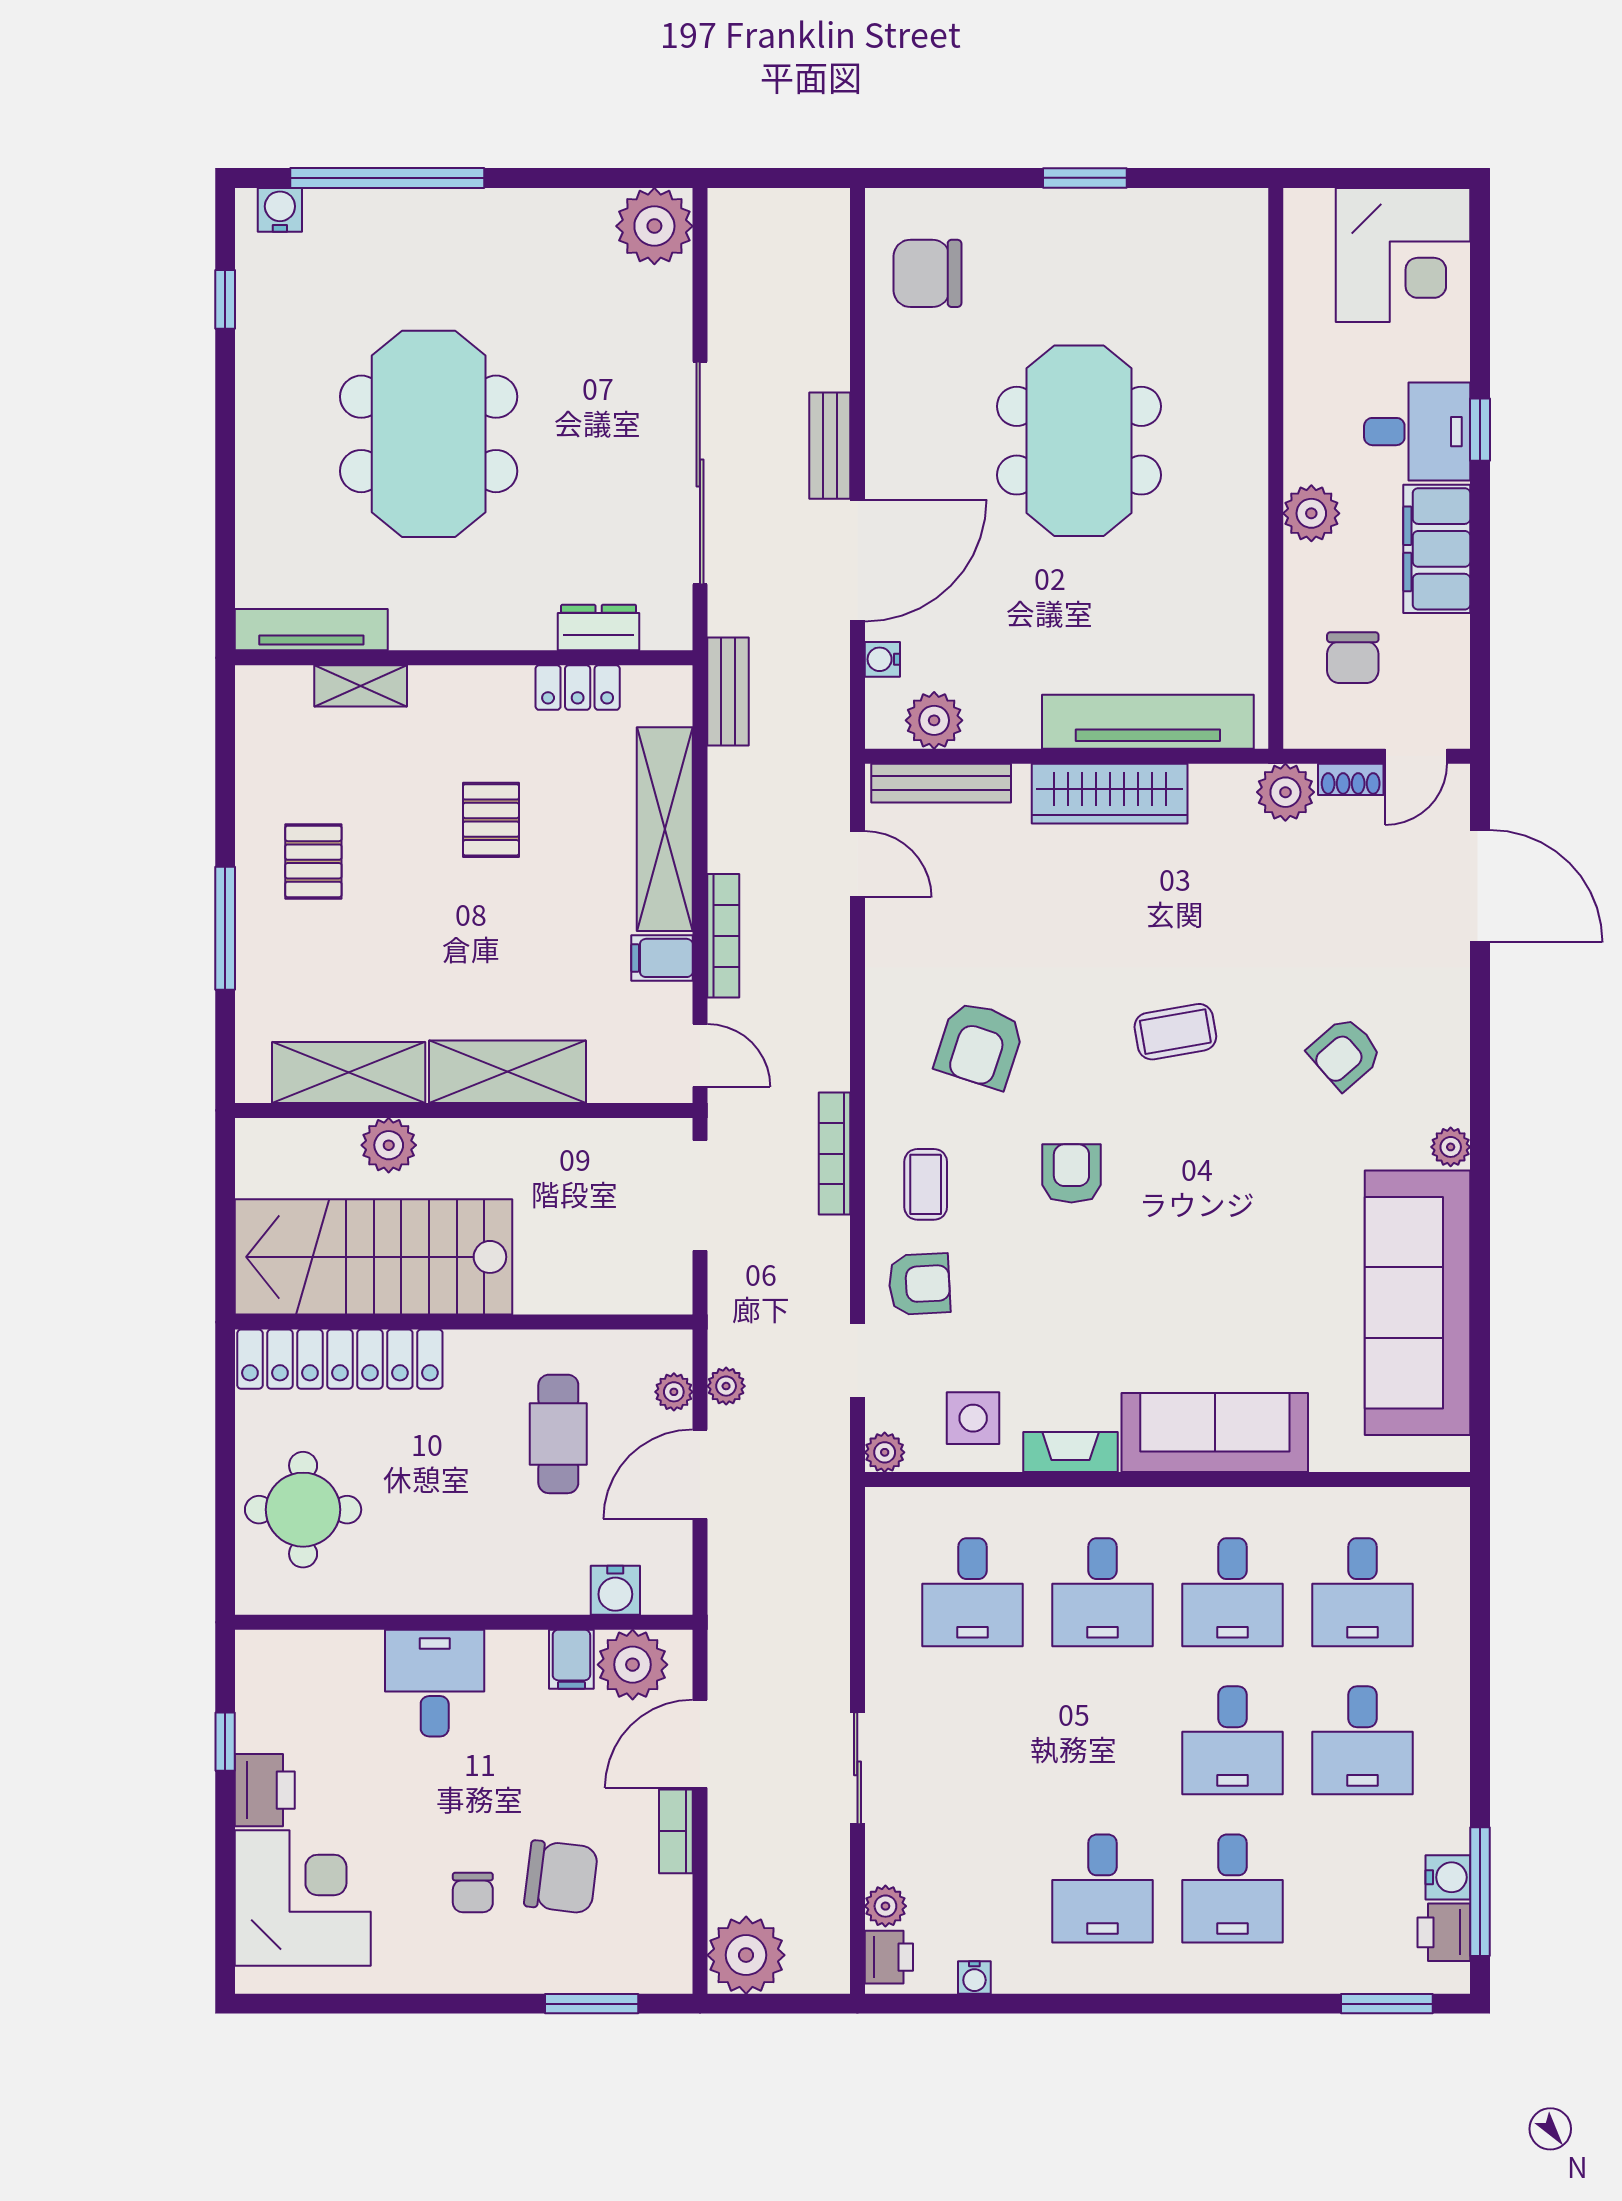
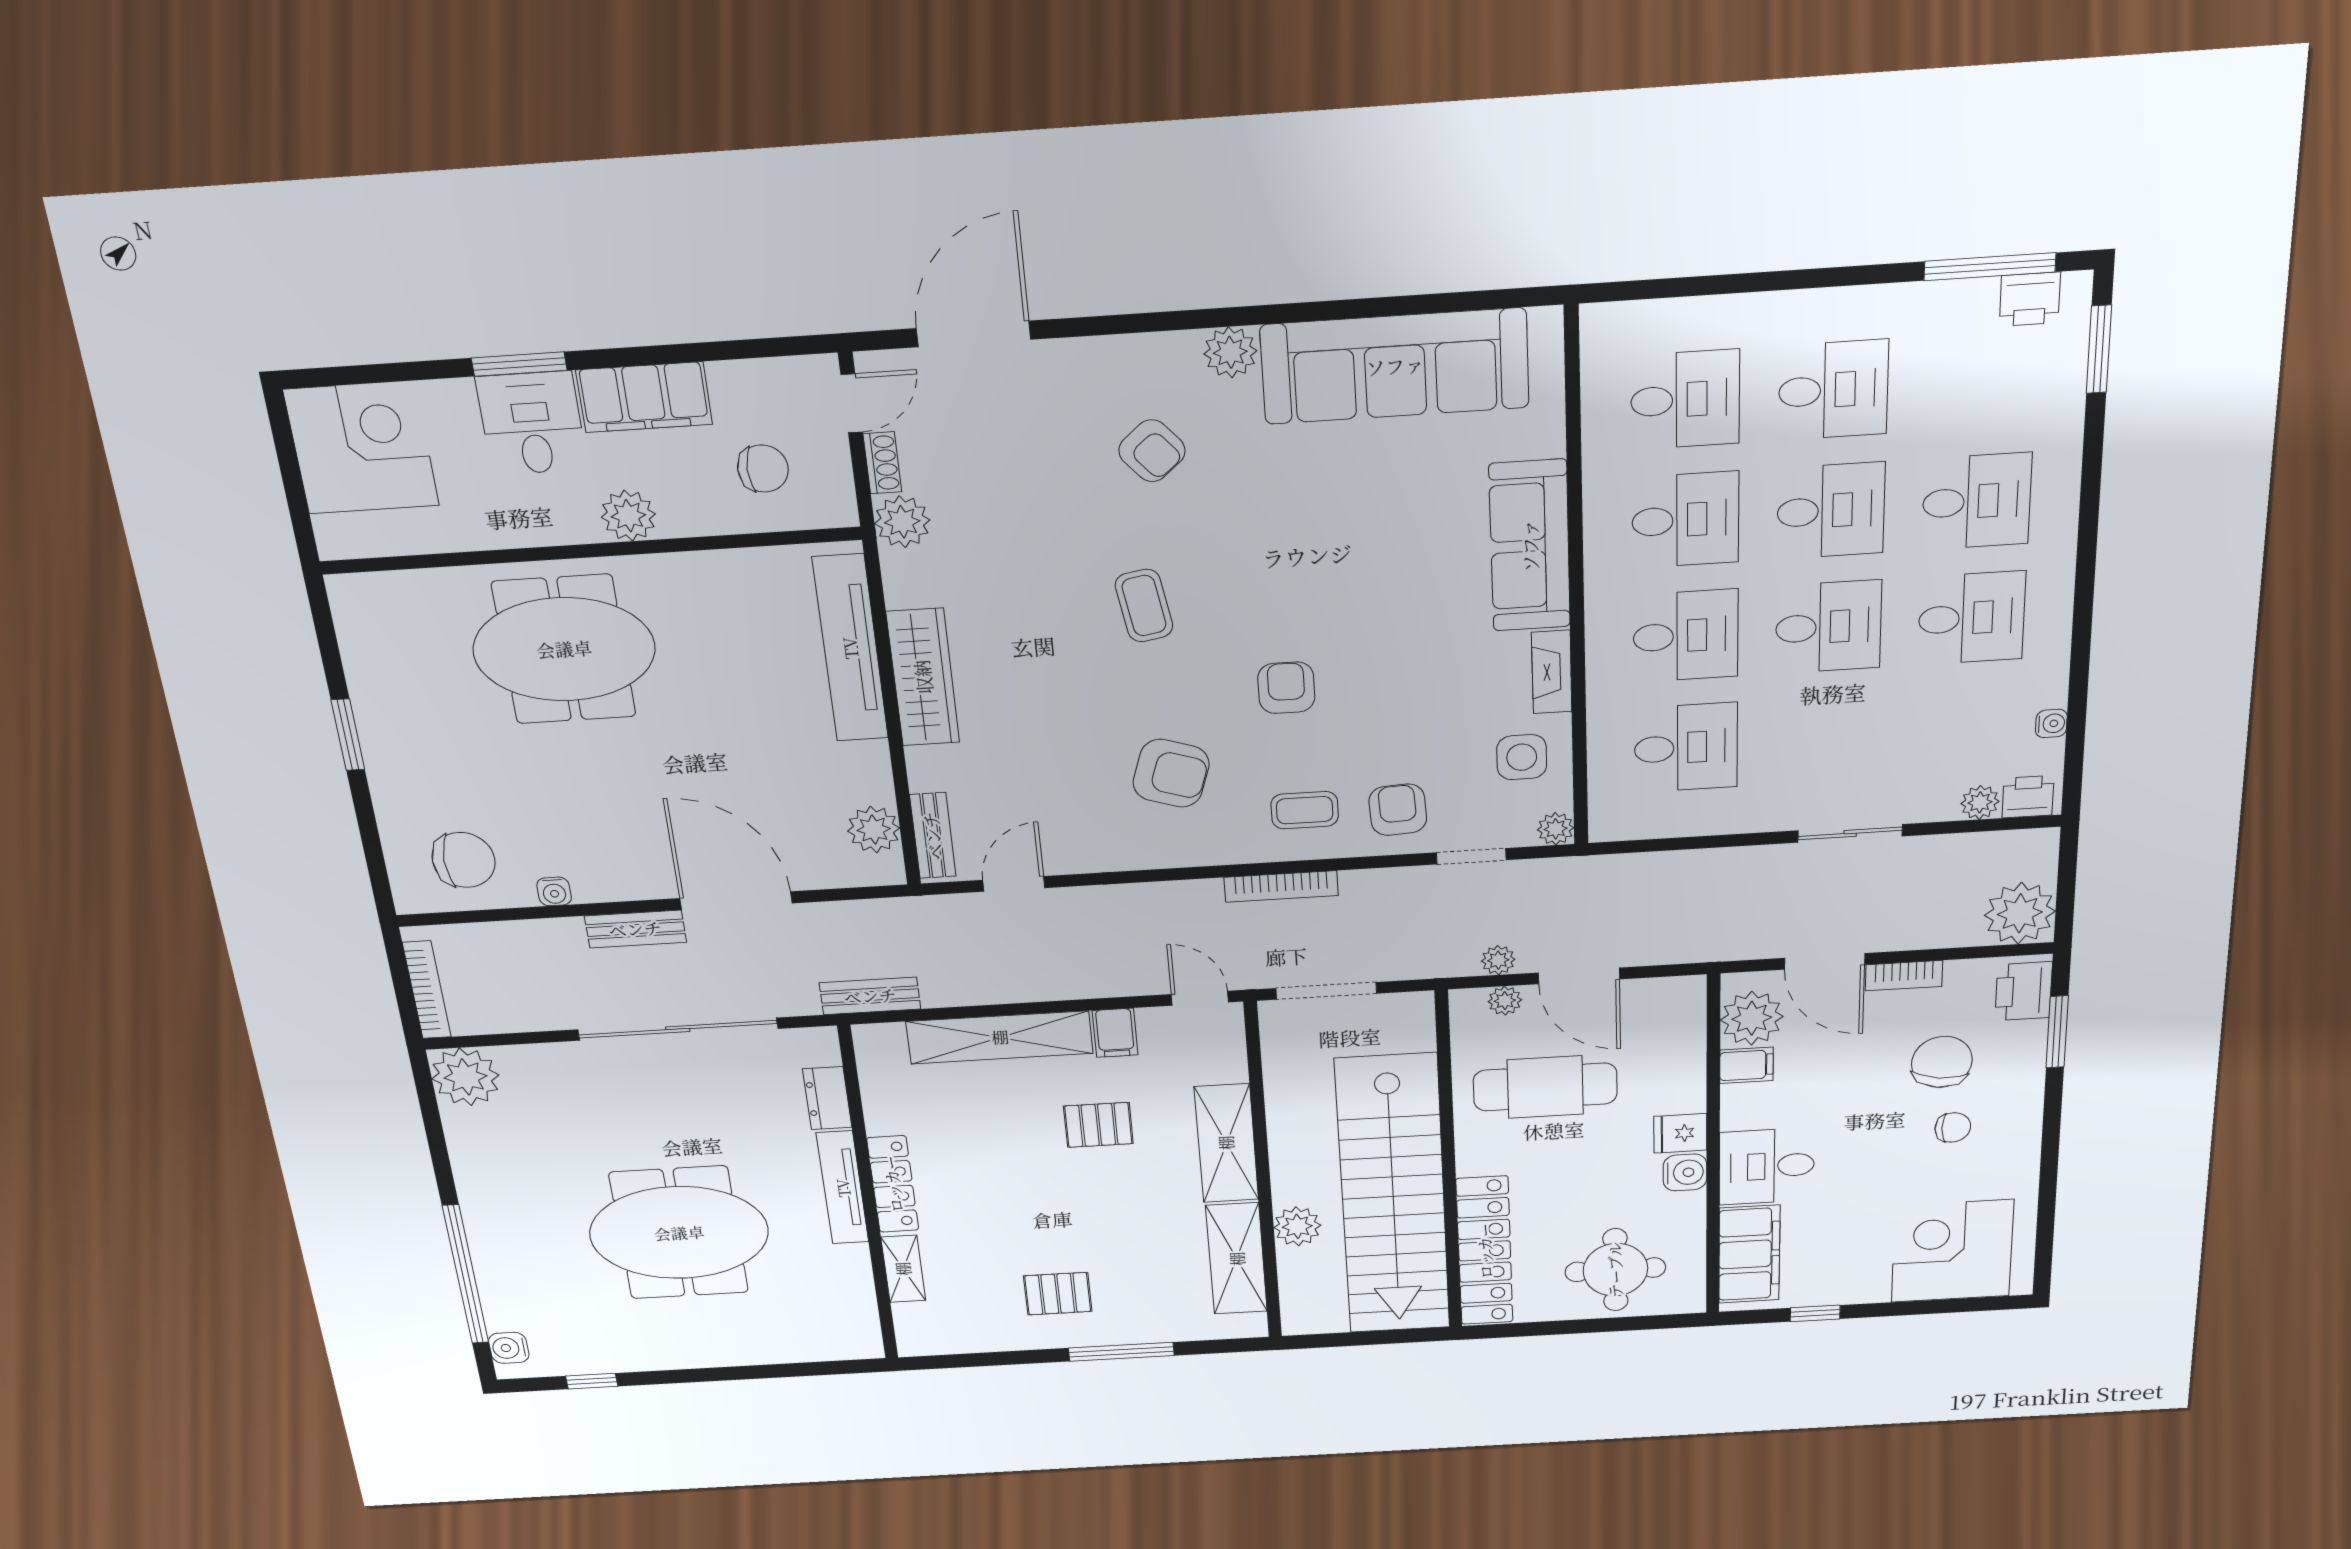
chair: (928, 273) -> (464, 860), turned -89
window: (1480, 430) -> (519, 364), width x1.50
meeting table: (1079, 441) -> (564, 649), moved
tv unit: (311, 630) -> (843, 1188), moved
water cooler: (882, 659) -> (554, 891), moved
locker: (578, 688) -> (893, 1184), moved, width x1.53
door: (1416, 756) -> (852, 403), hinge flipped
bench: (941, 783) -> (933, 836), width x0.73
pallet: (491, 820) -> (1098, 1125), moved
bookcase: (723, 936) -> (427, 990), moved, turned 90
door: (700, 1055) -> (1200, 998), hinge flipped
plant: (1451, 1147) -> (1230, 352), width x1.38, depth x1.38
armchair: (1071, 1173) -> (1286, 688), turned 90
stairs: (374, 1257) -> (1393, 1195), width x1.36
cafe table: (558, 1434) -> (1545, 1087), width x1.37, depth x1.35
fridge: (486, 1585) -> (1680, 1133), added
water cooler: (615, 1590) -> (1685, 1172), moved
filing cabinet: (314, 1664) -> (1749, 1254), added
desk: (1102, 1740) -> (1828, 627), added
printer: (265, 1790) -> (2024, 991), moved, turned -90
water cooler: (1448, 1877) -> (1974, 299), removed

